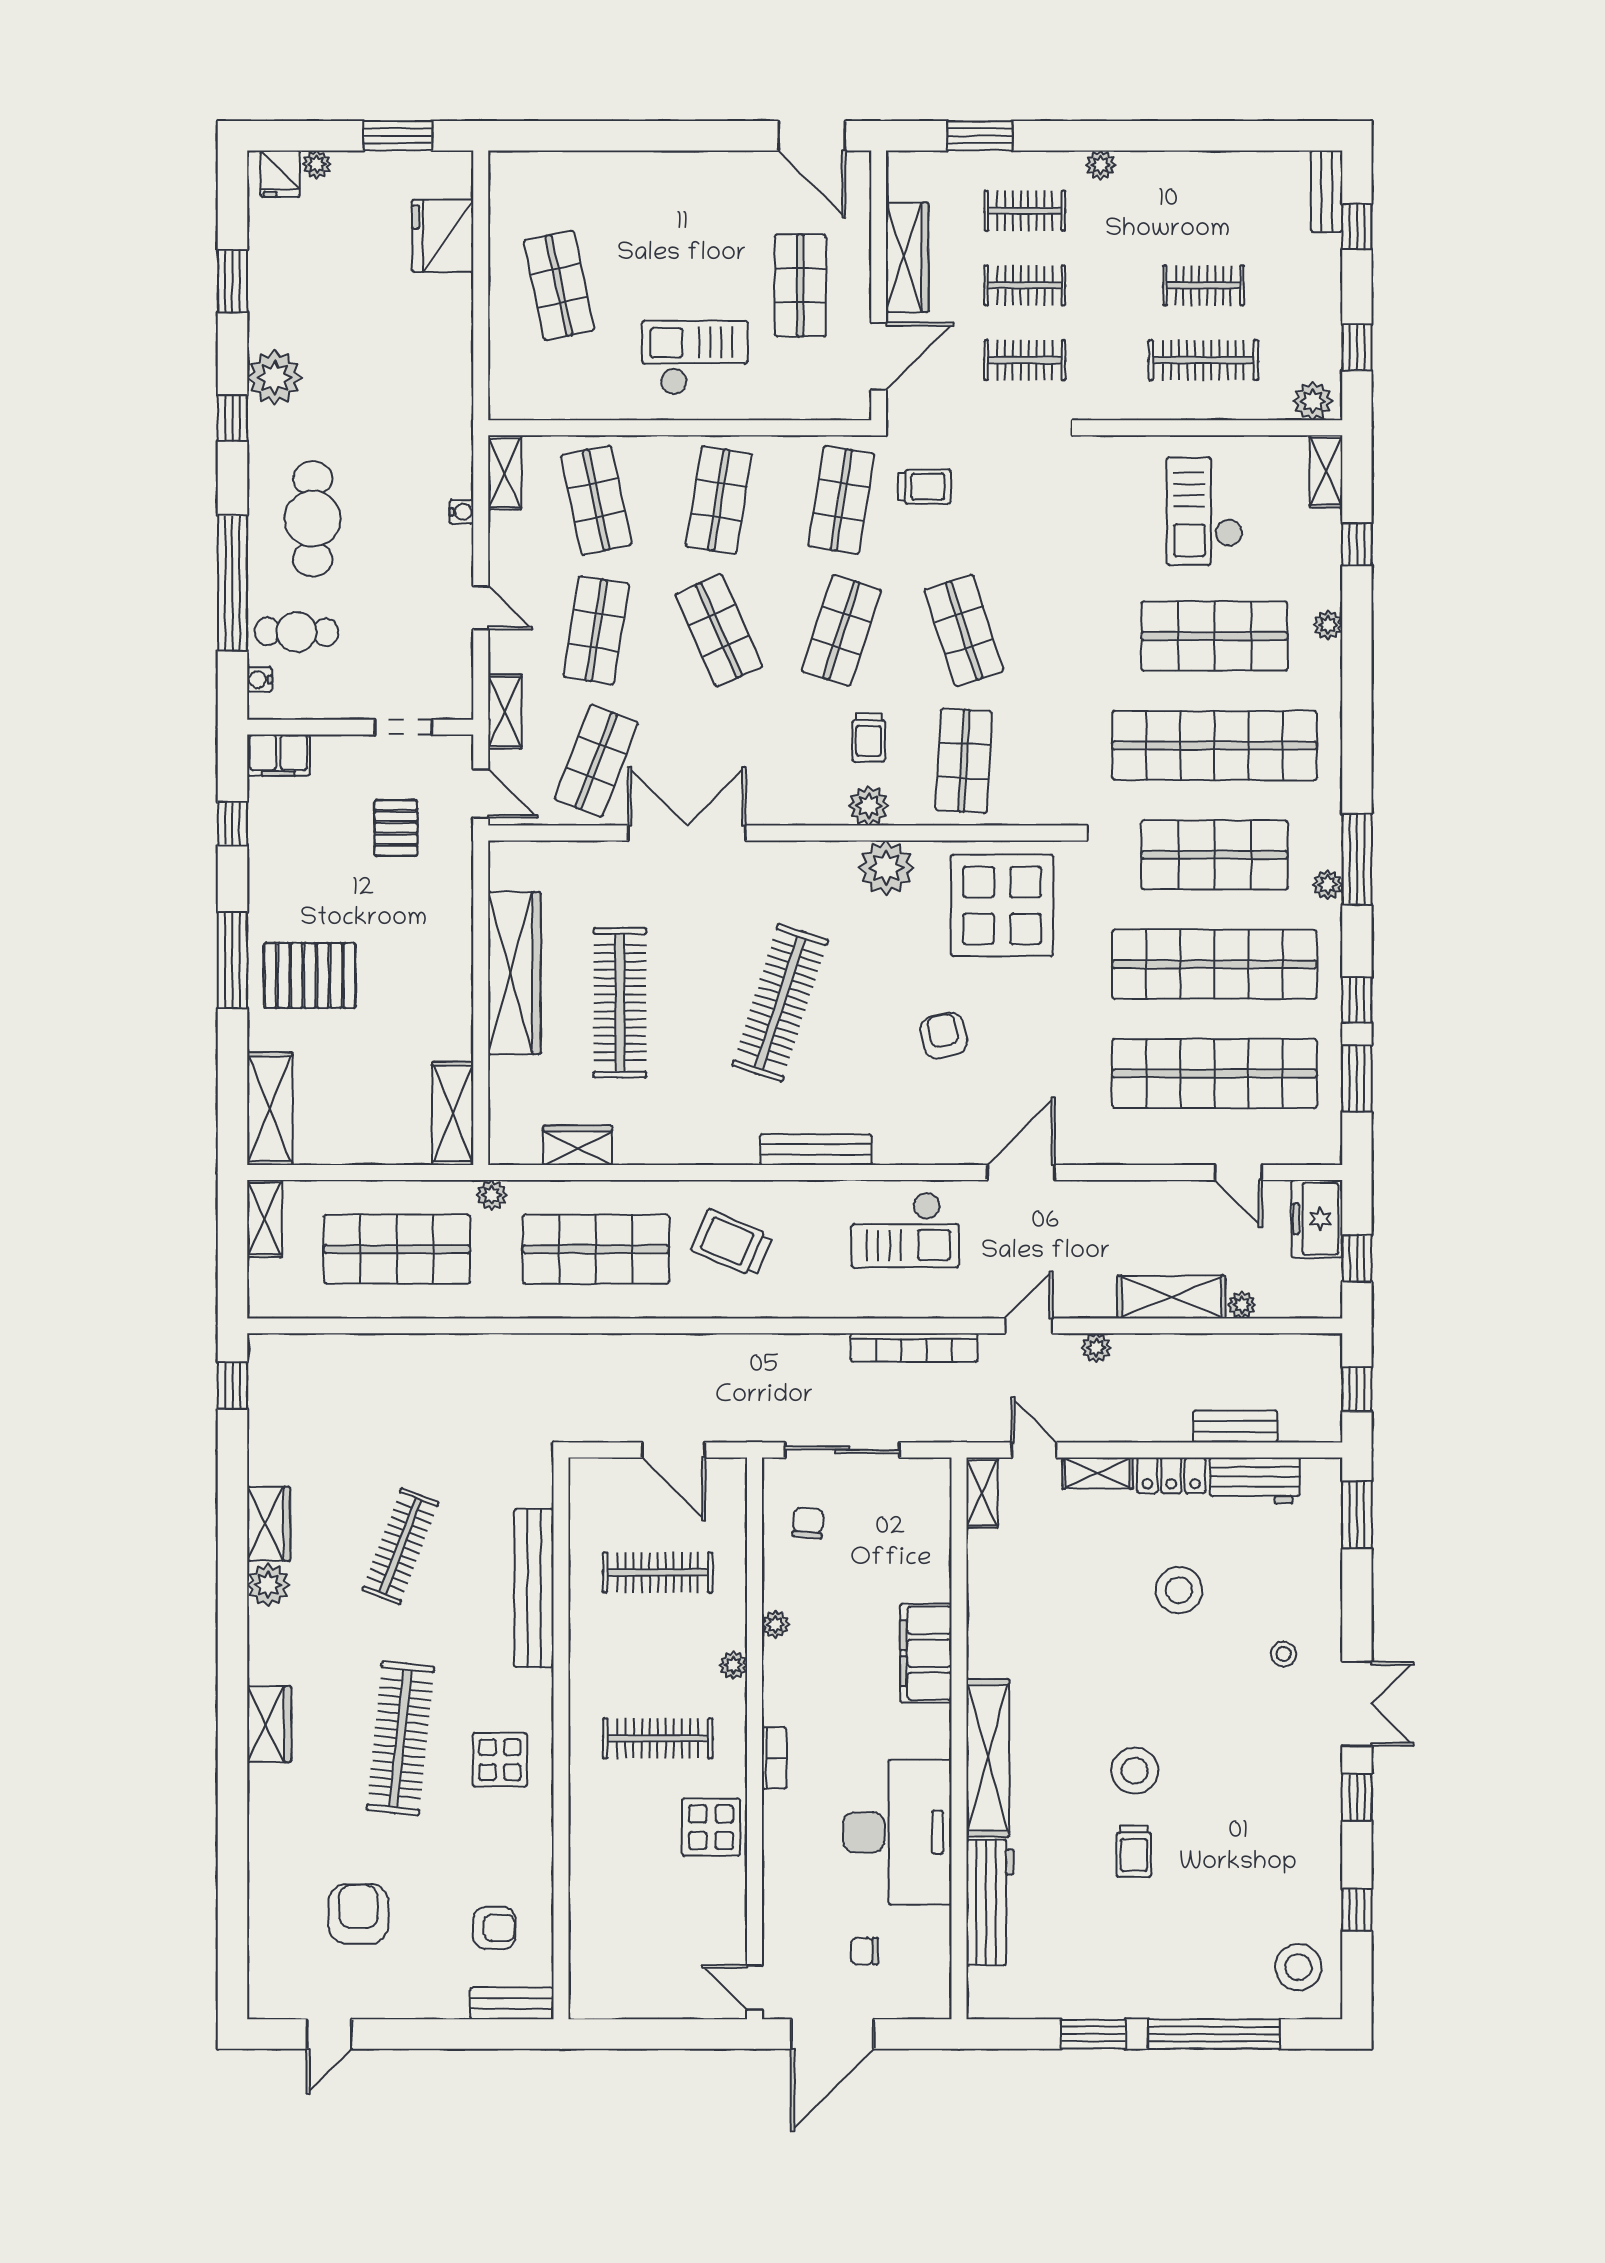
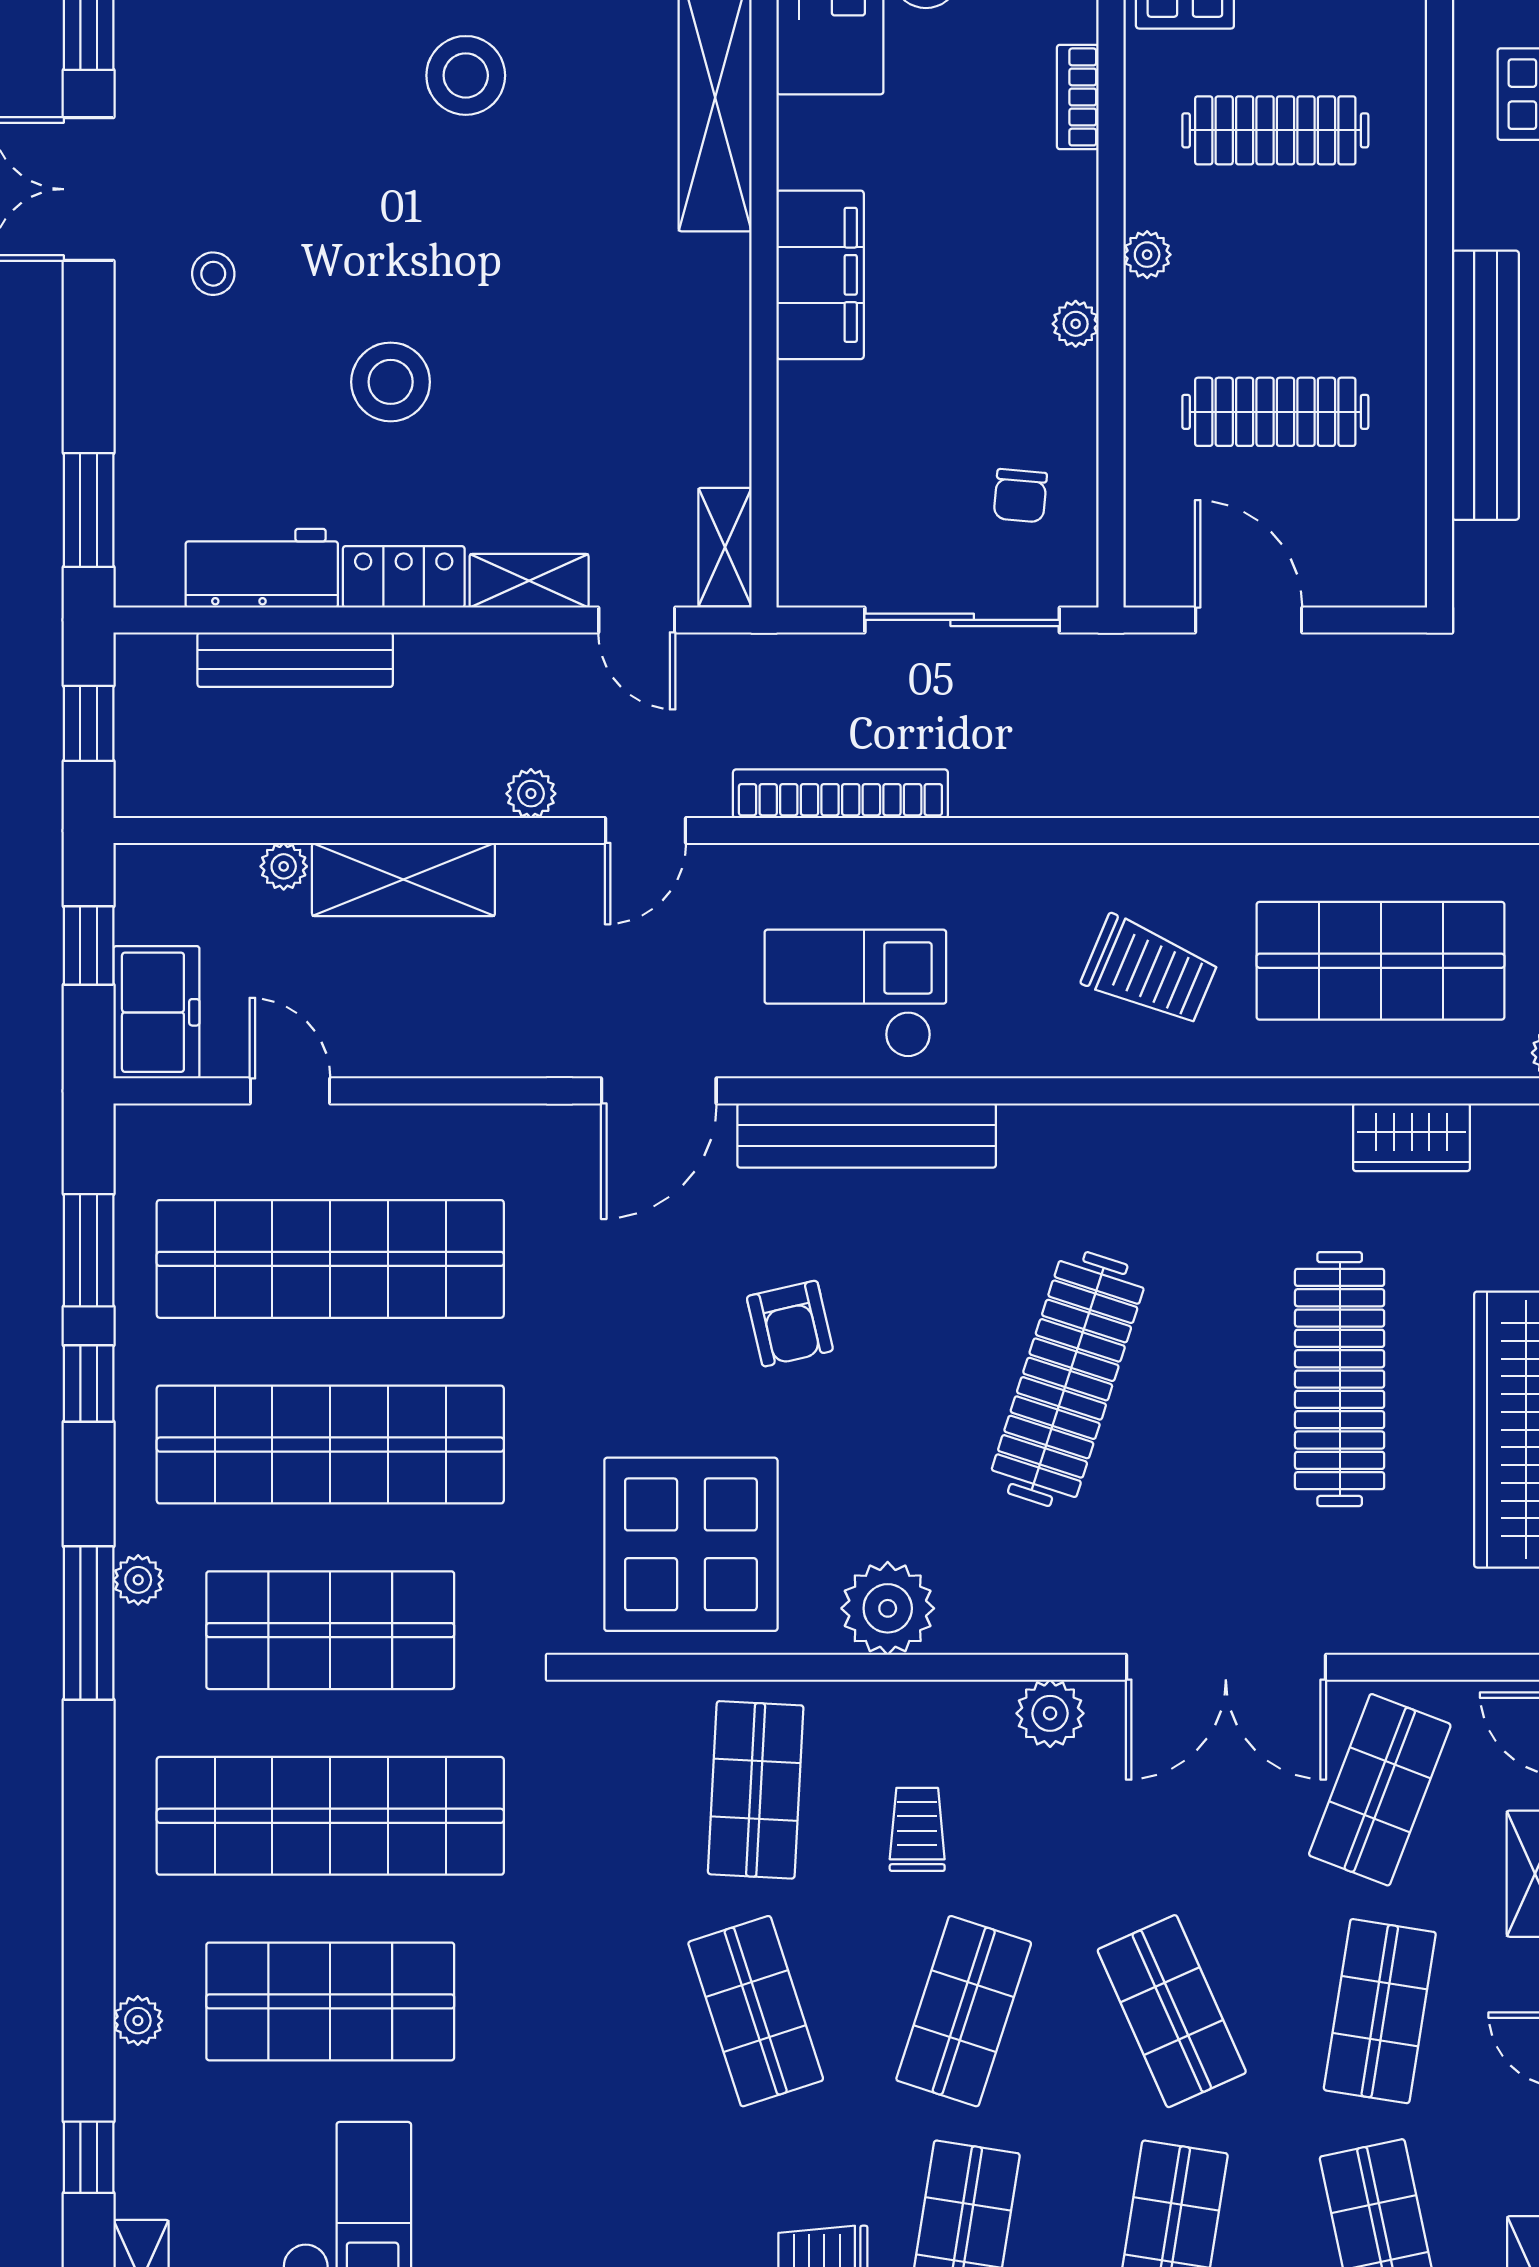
plant: (869, 806) -> (1050, 1713), moved
bench: (816, 1150) -> (867, 1135), moved, width x1.37, depth x1.21
bench: (1235, 1427) -> (295, 660), width x1.36

